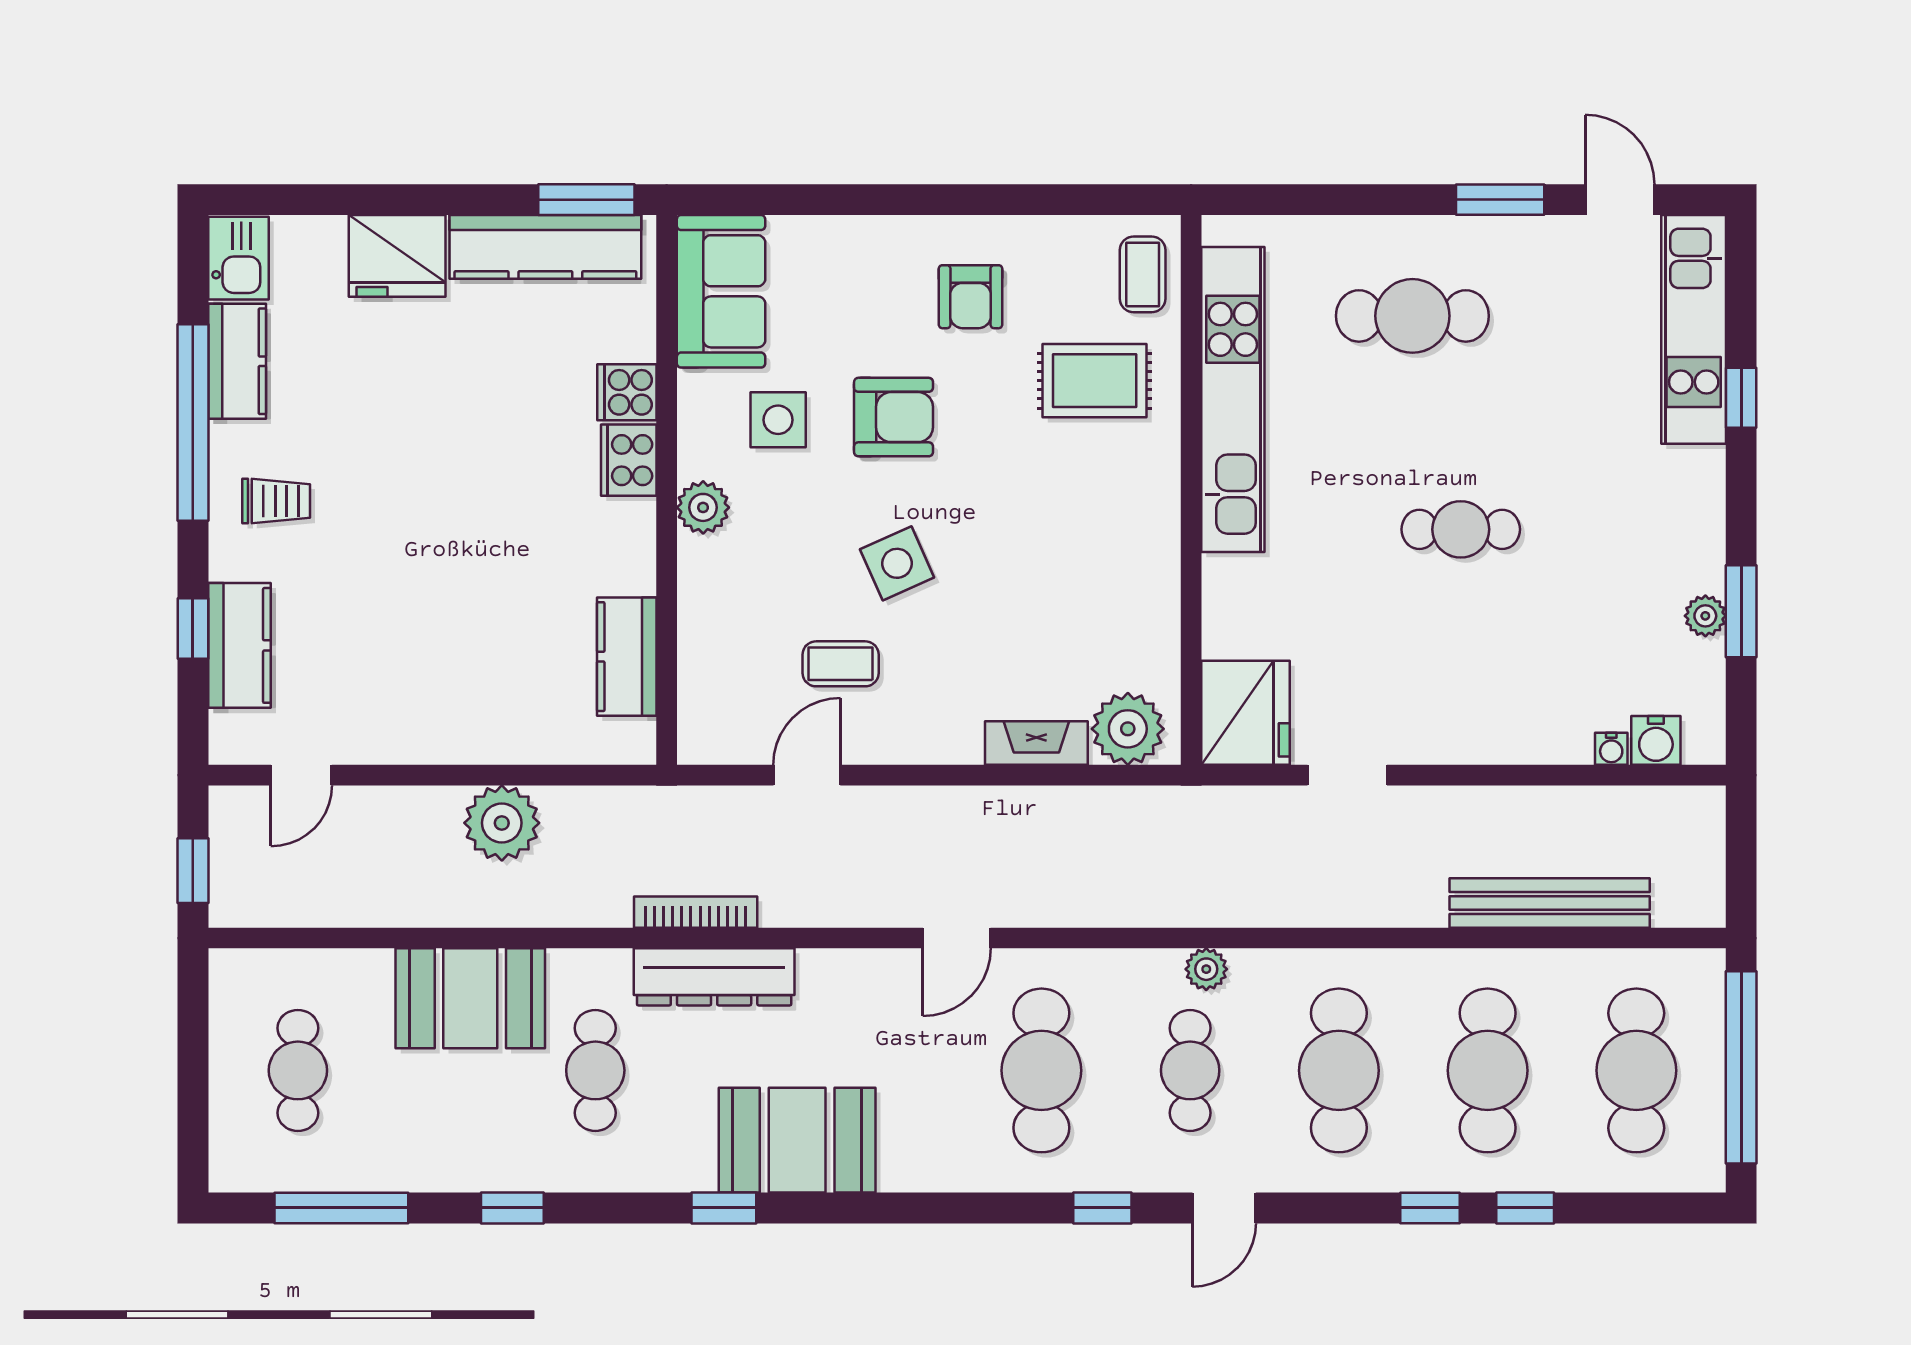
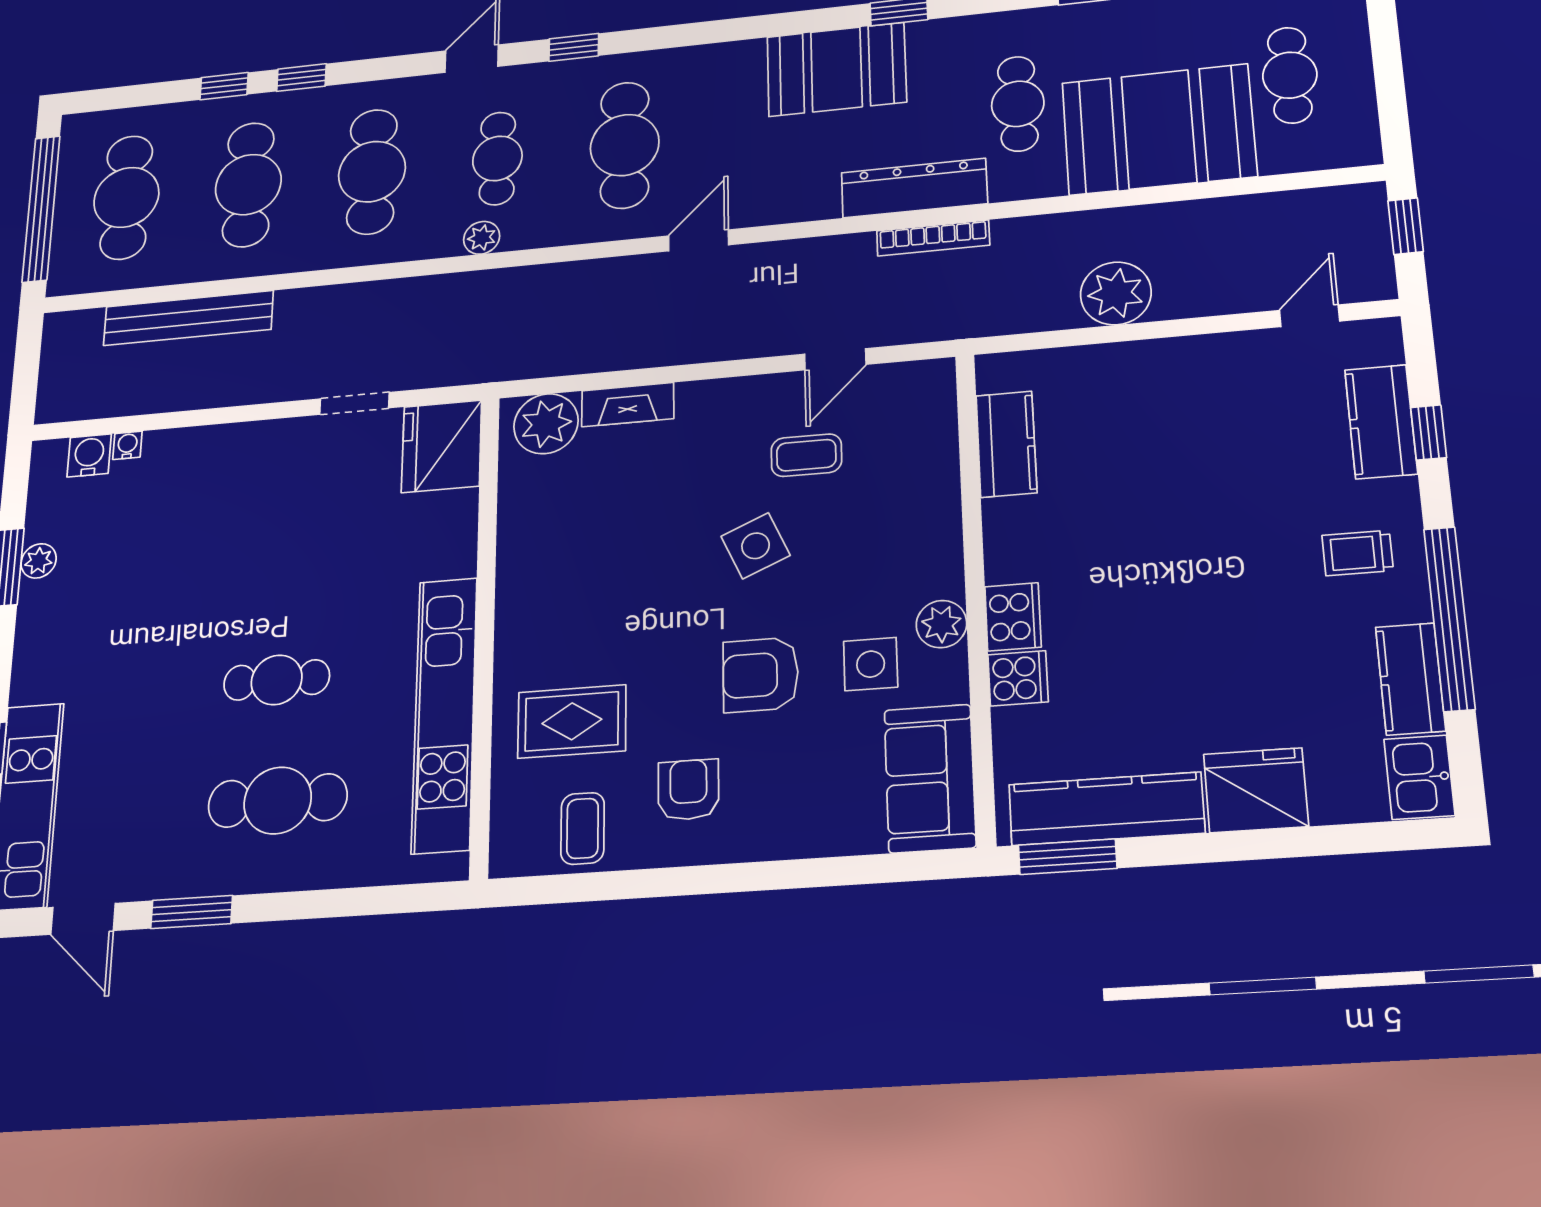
coffee table: (1143, 274) -> (583, 828), moved
plant: (703, 507) -> (941, 624), moved
cafe table: (1461, 529) -> (277, 680), moved
booth: (470, 998) -> (1159, 129), width x1.36, depth x1.42

